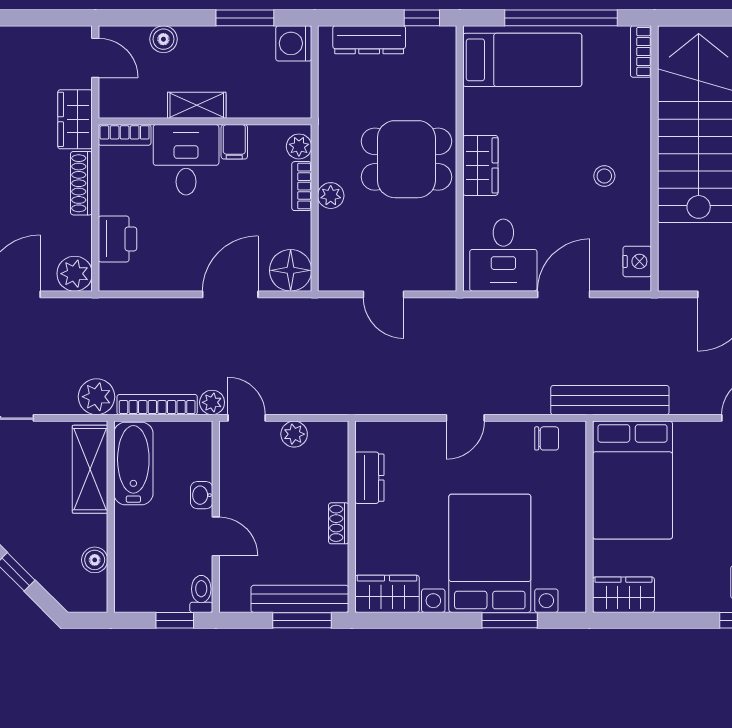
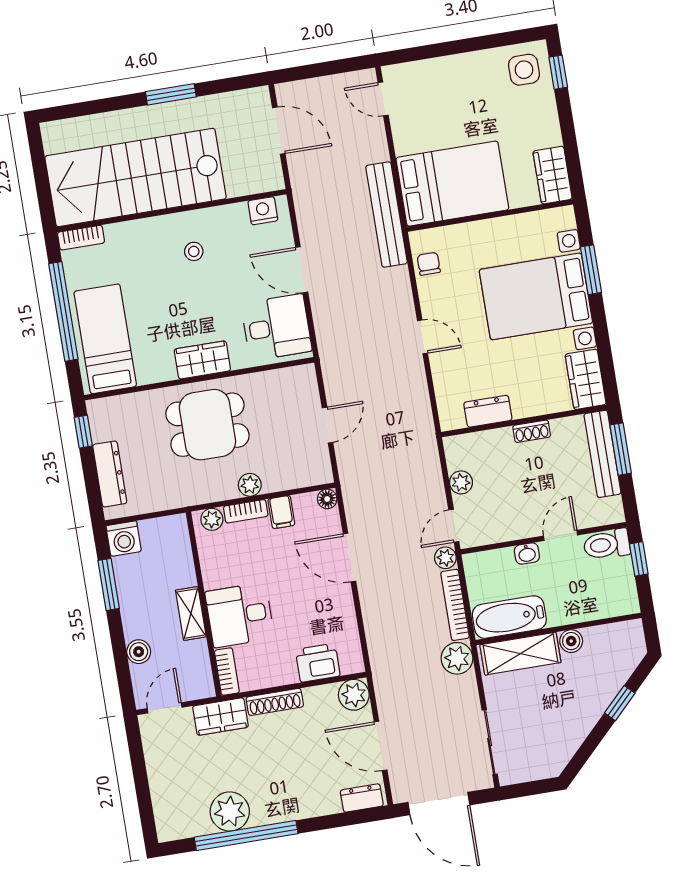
filing cabinet: (234, 142) -> (281, 512), moved, turned 90
dining table: (406, 159) -> (207, 425), turned 90
floor lamp: (291, 270) -> (327, 499), width x0.53, depth x0.53
boiler: (95, 560) -> (571, 641), moved
toilet: (201, 594) -> (607, 544), width x1.37, depth x1.39

